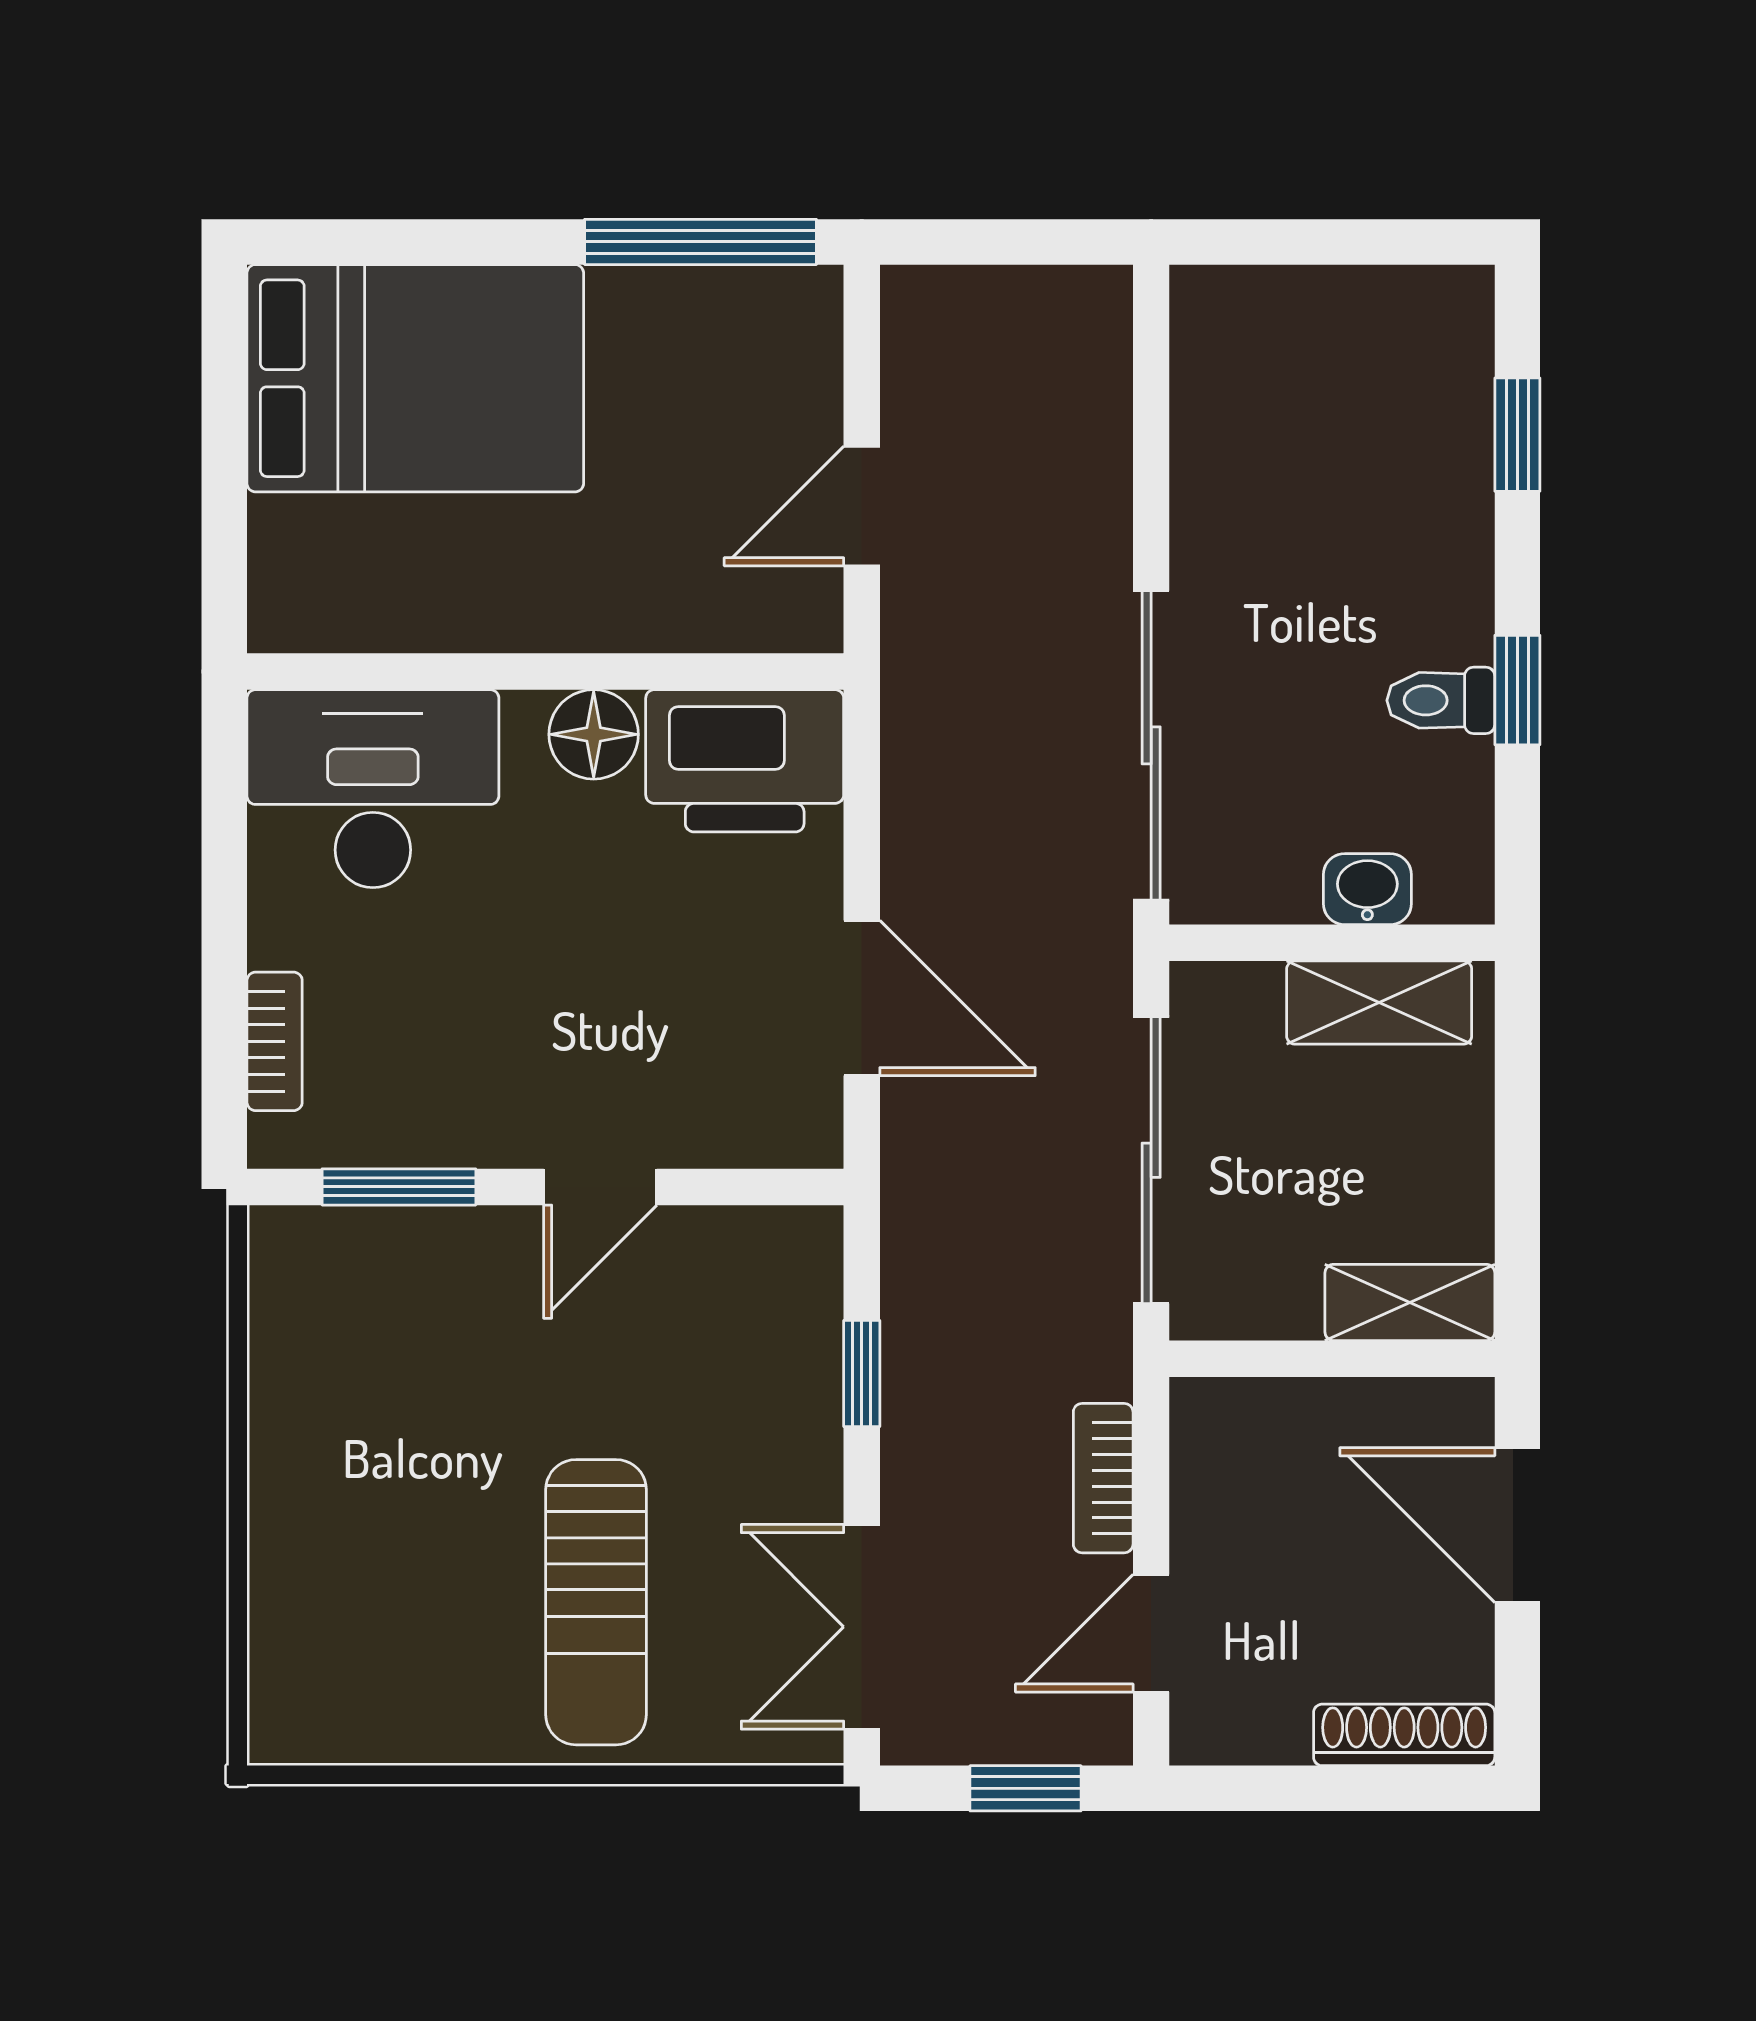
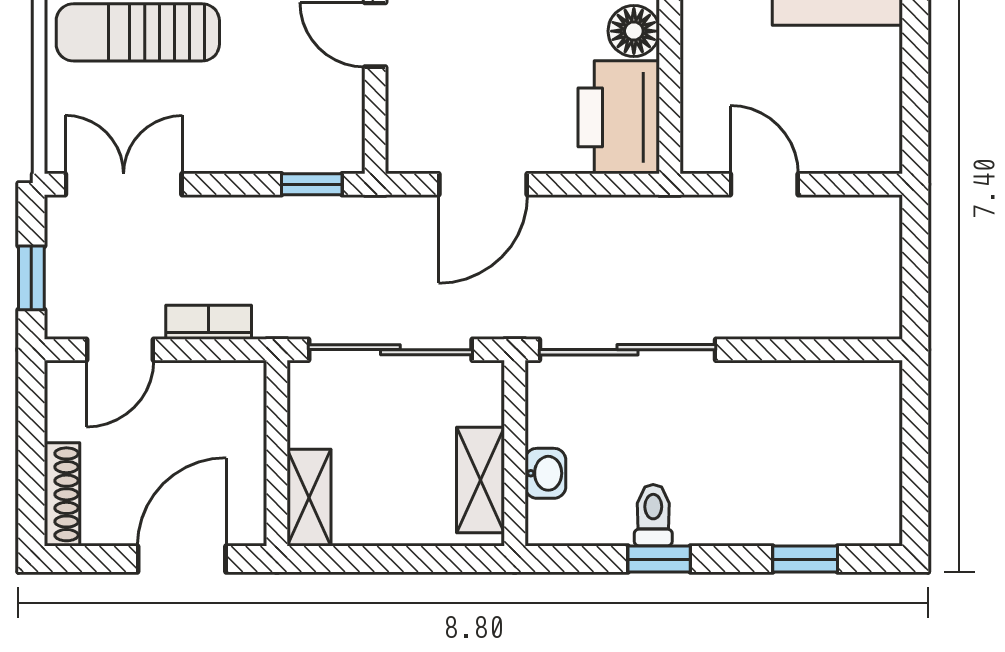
window: (700, 242) -> (915, 92), removed
window: (862, 1373) -> (312, 184), moved
door: (1151, 1633) -> (120, 350), swing flipped

